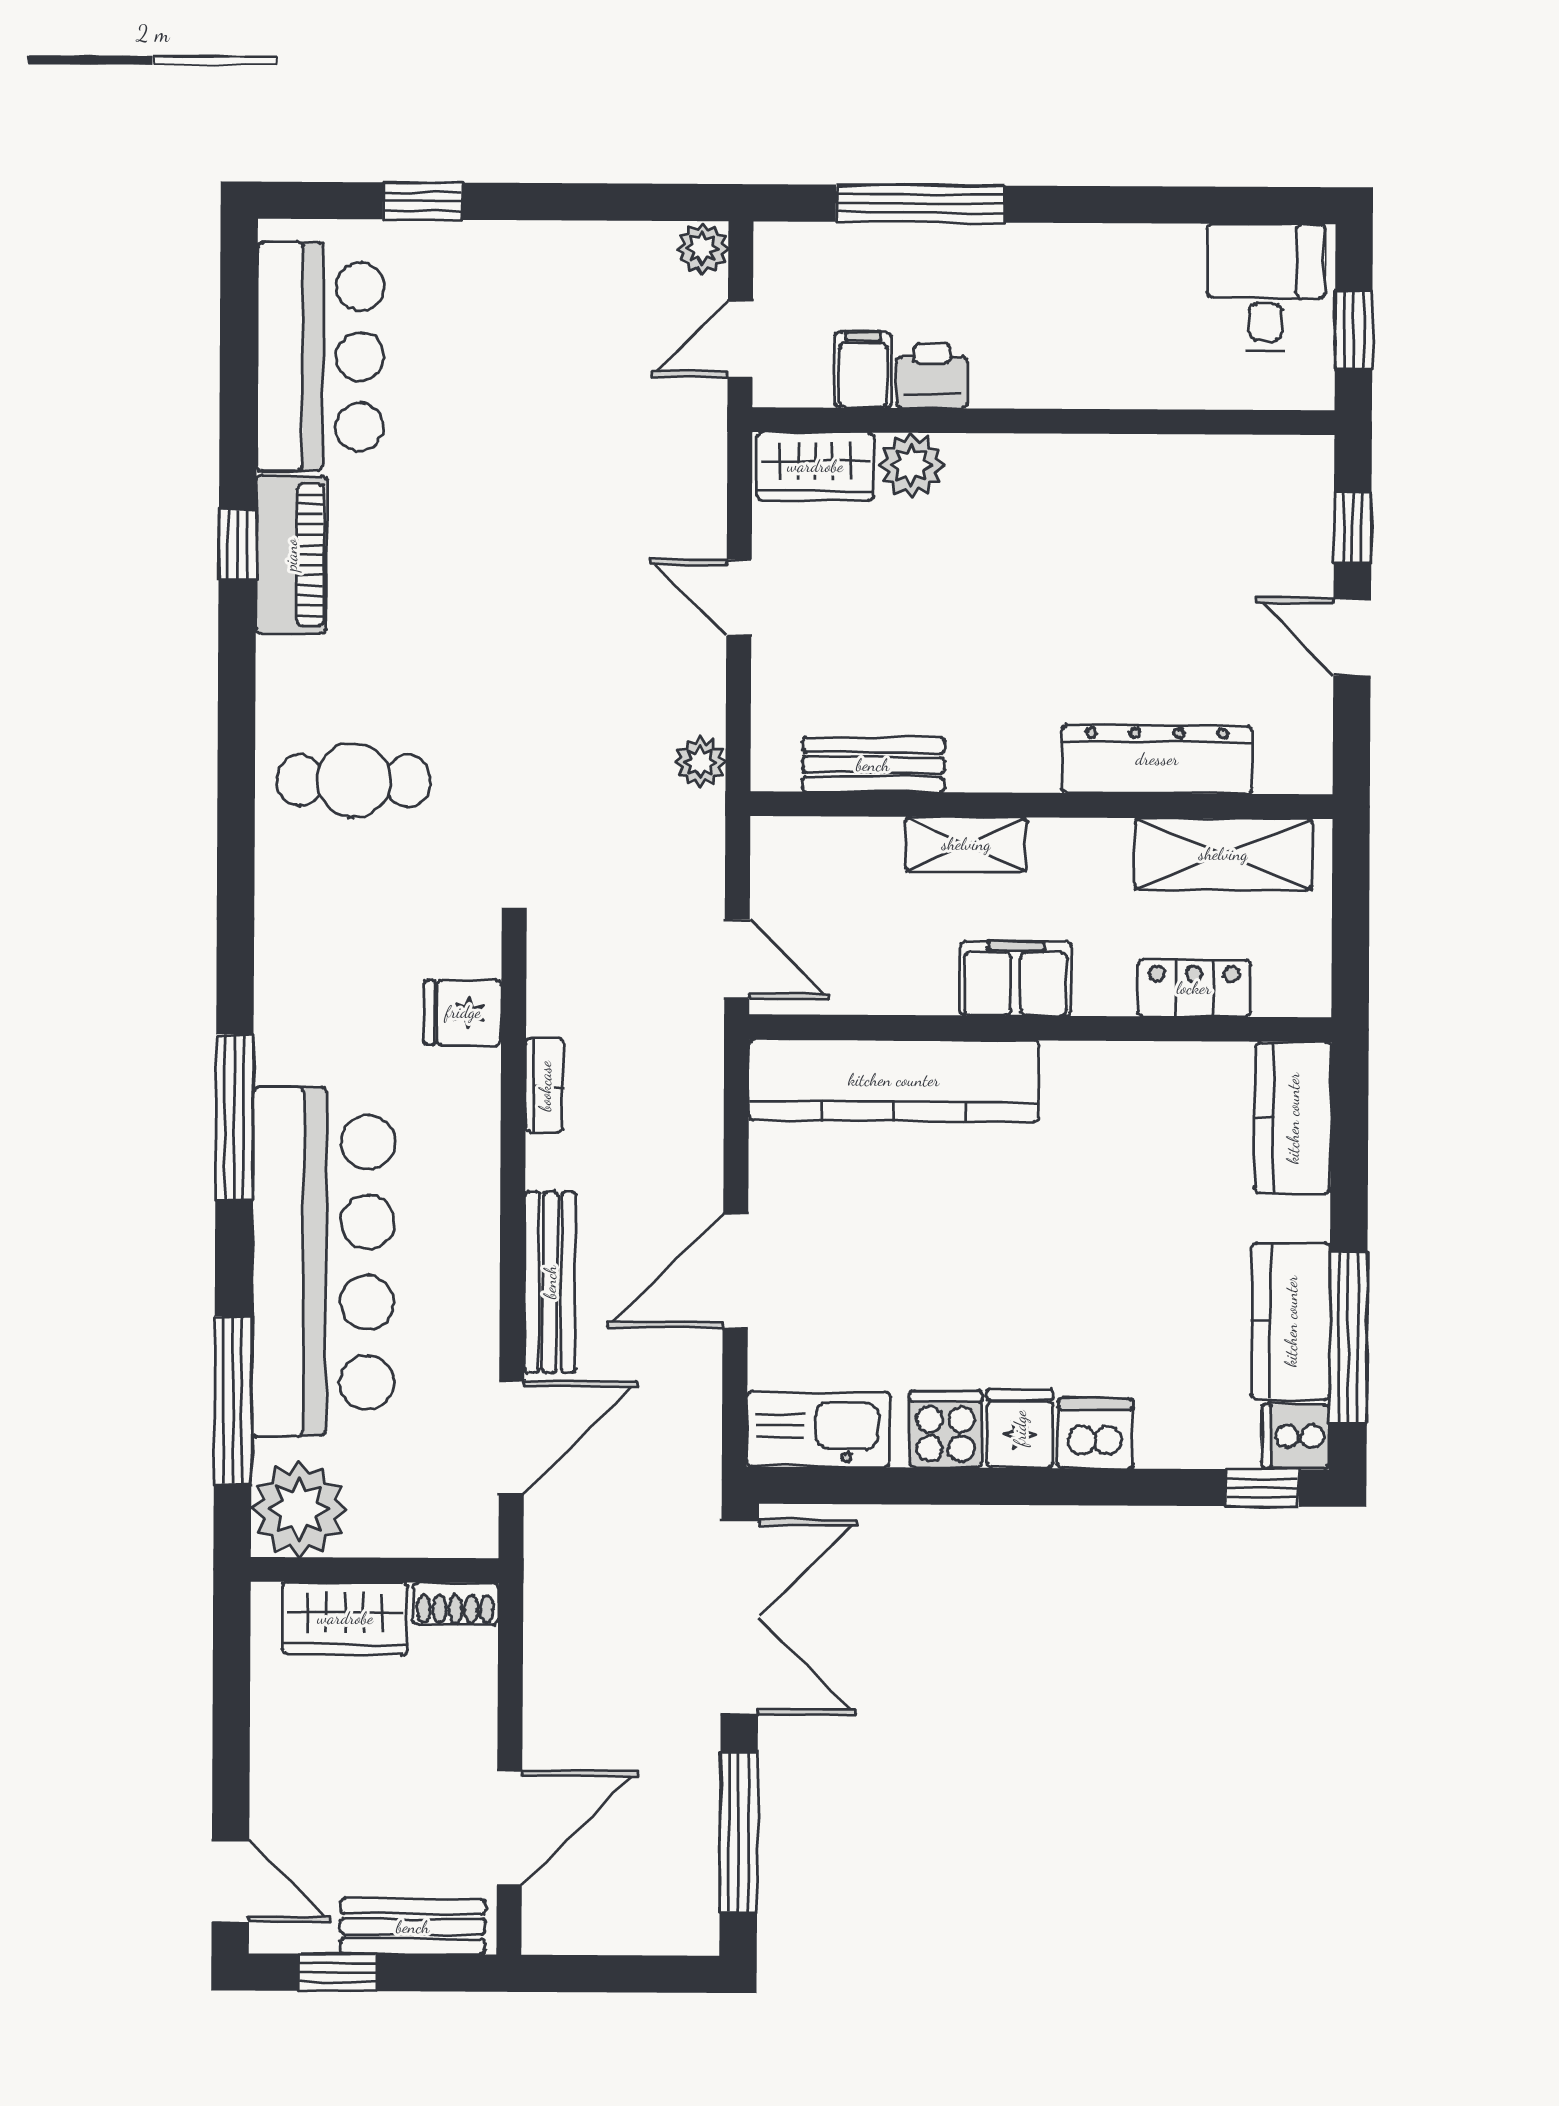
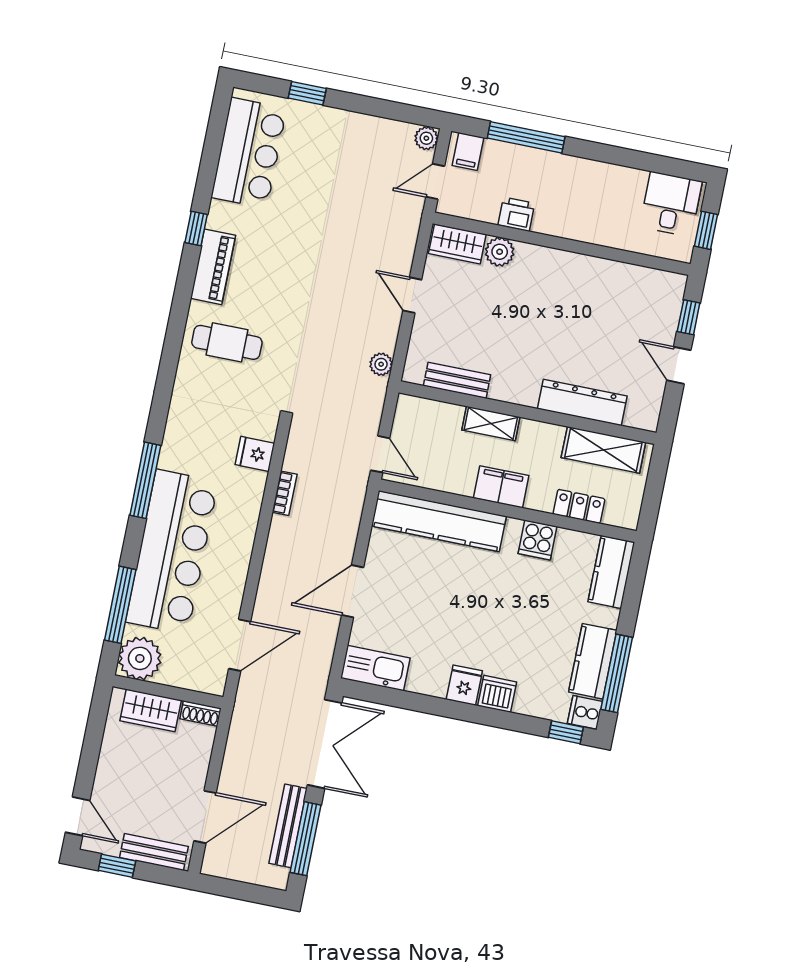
filing cabinet: (863, 370) -> (468, 152), moved, turned 180
piano: (291, 555) -> (213, 267), moved
bench: (550, 1282) -> (288, 826), moved
cooker: (946, 1429) -> (538, 540), moved, turned 180

